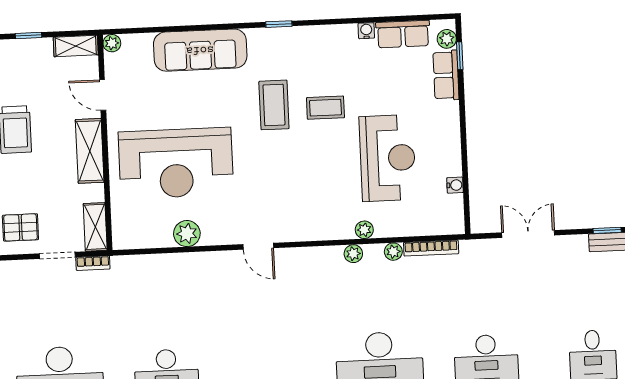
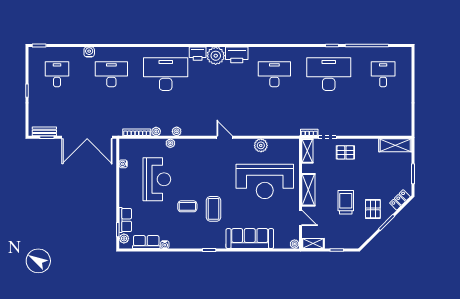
reception desk: (388, 158) -> (157, 179), turned 180
reception desk: (176, 163) -> (265, 181), turned 180
double door: (528, 234) -> (87, 137), width x1.87

